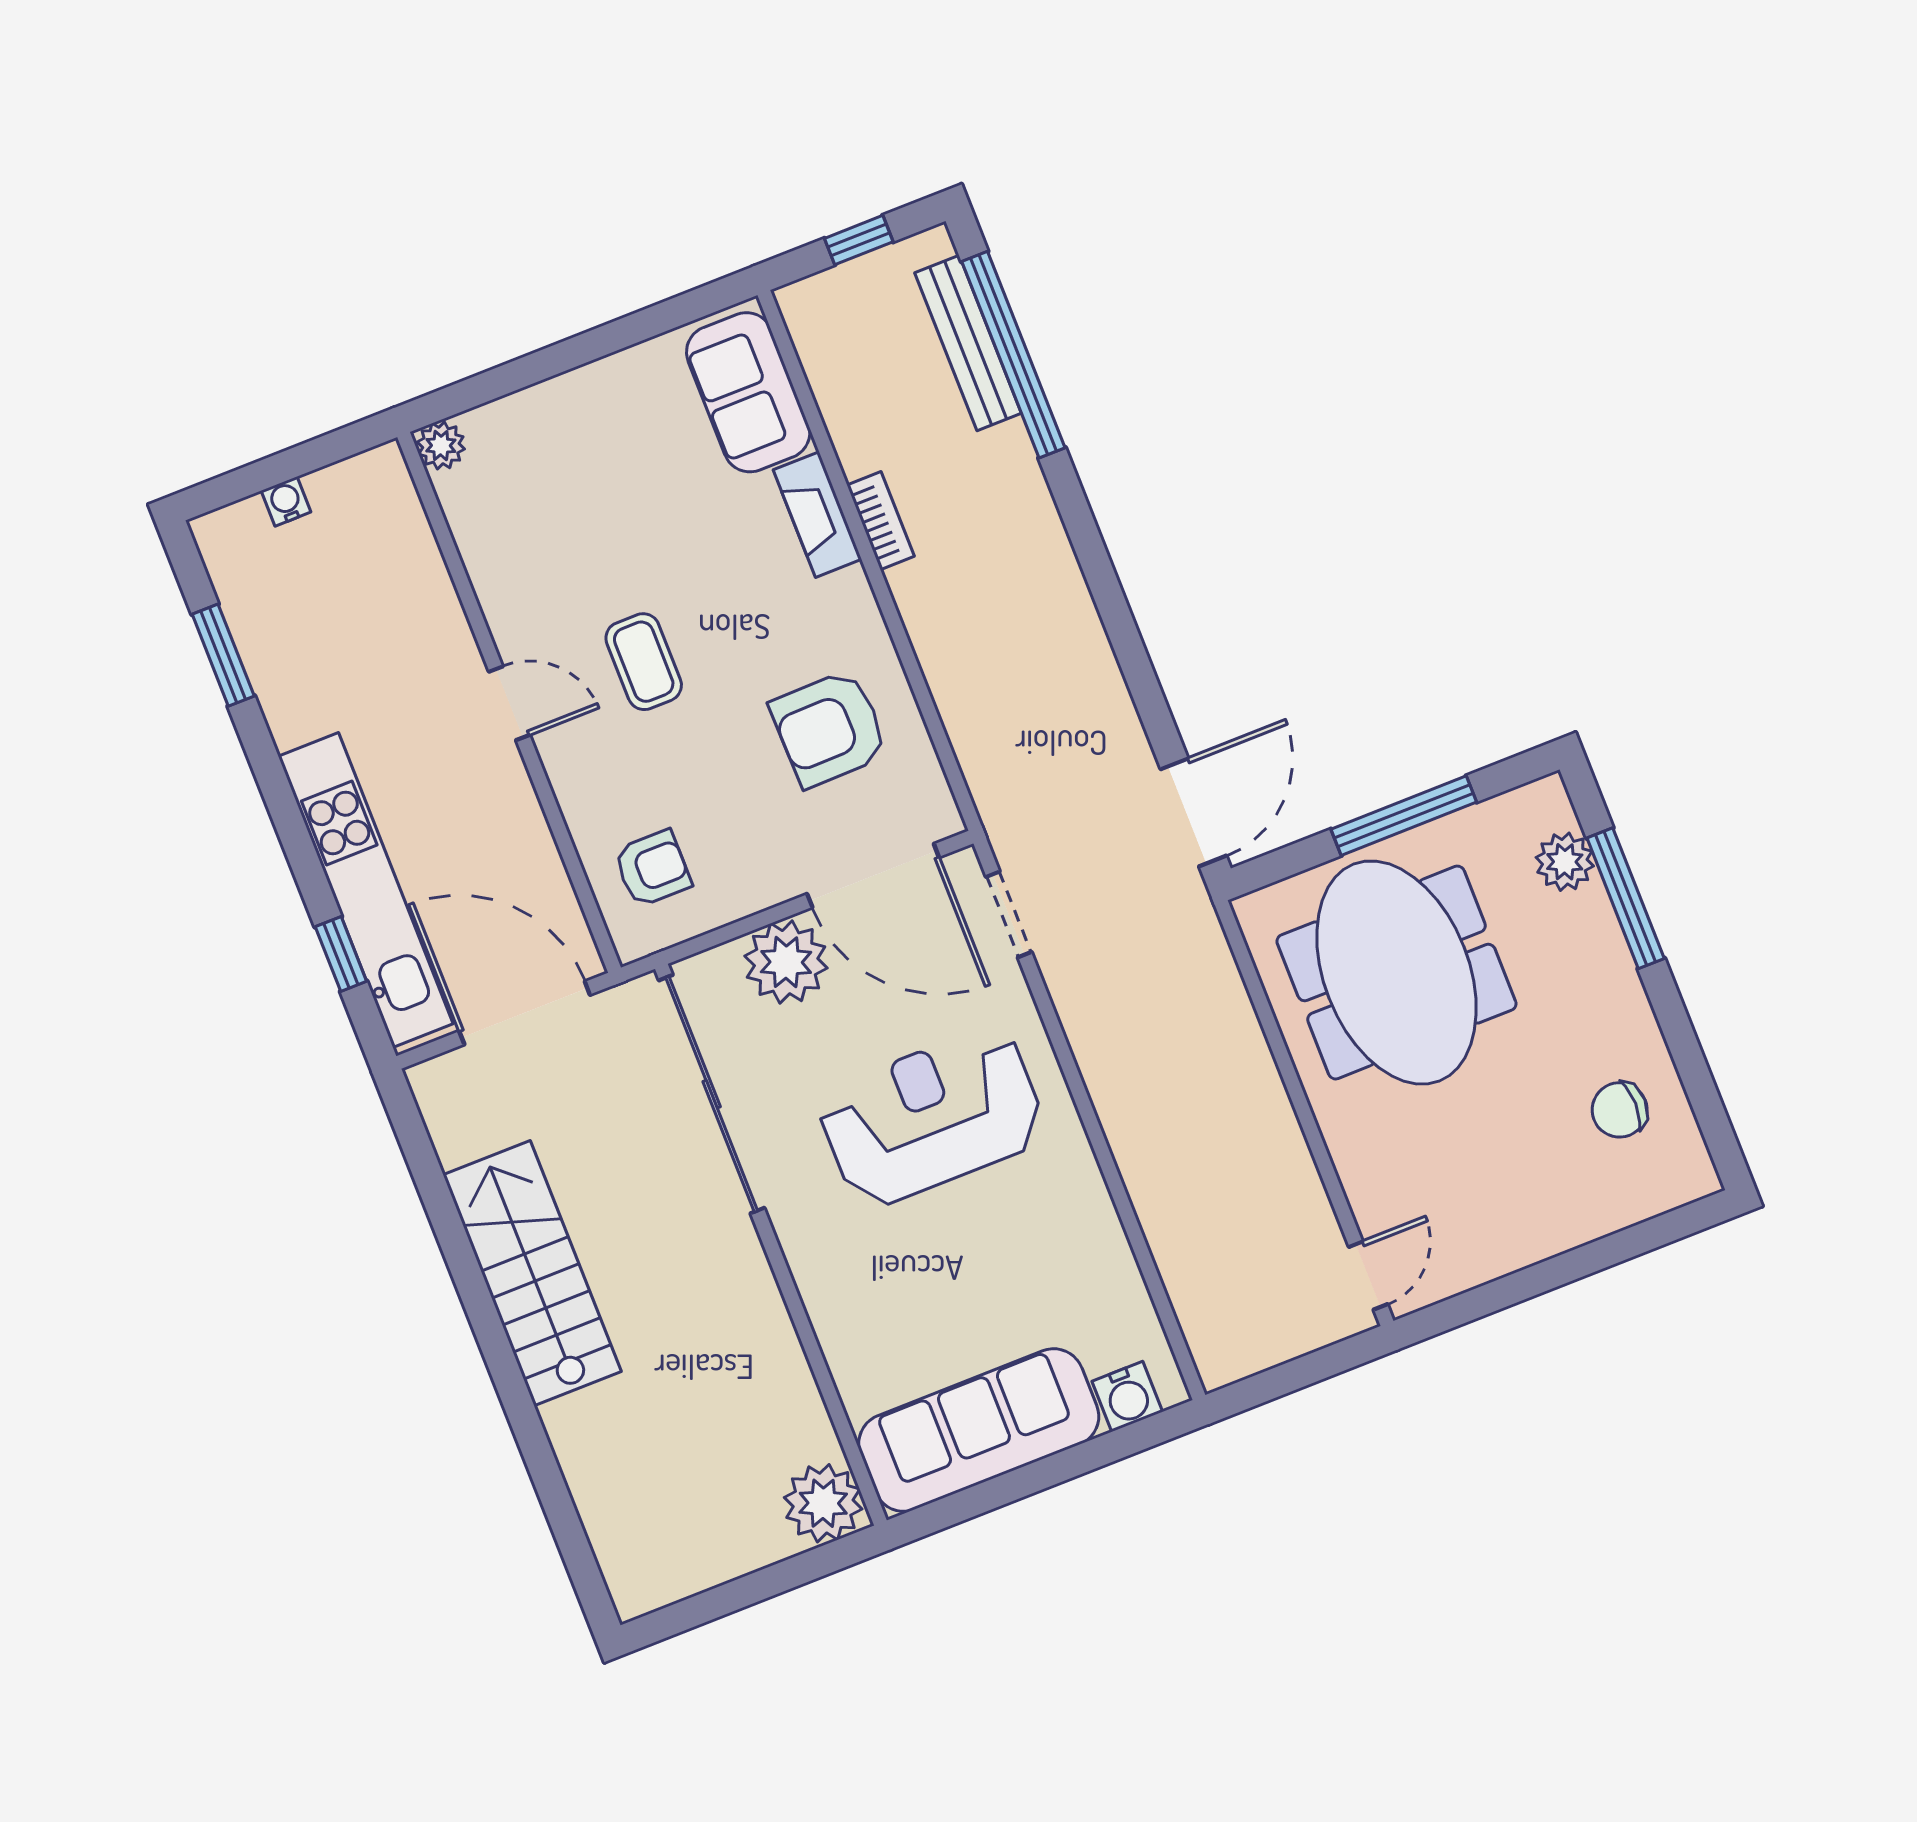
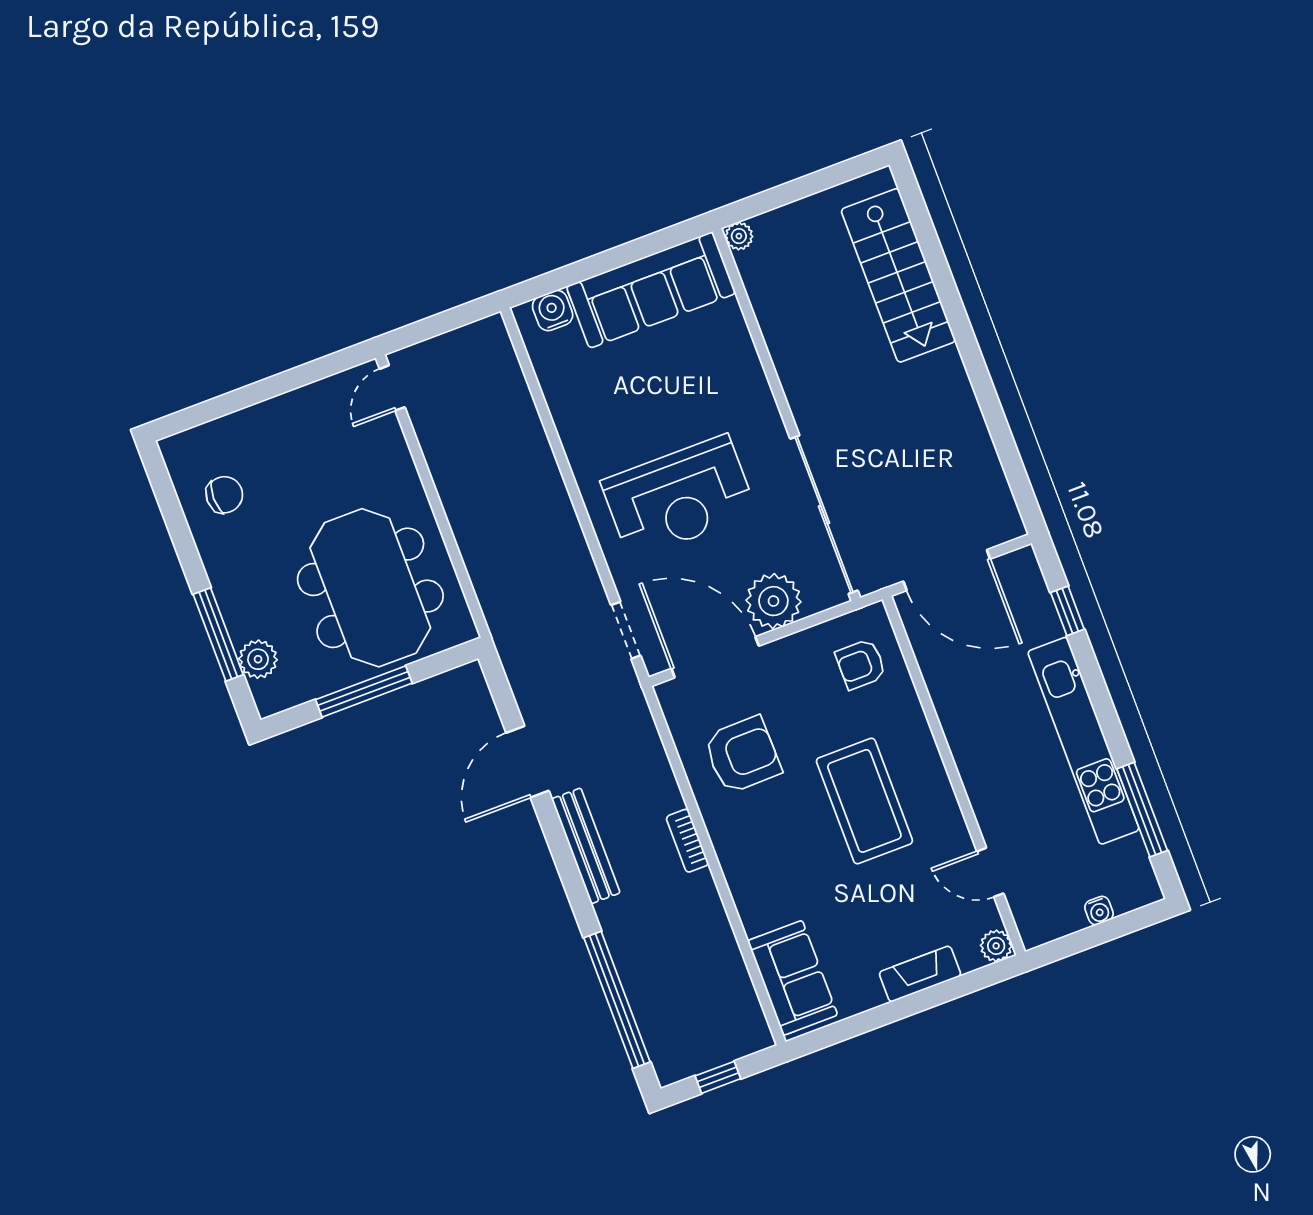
bench: (968, 343) -> (586, 846), moved
fireplace: (817, 515) -> (920, 974), moved, turned -90
bookcase: (881, 521) -> (687, 841), moved
window: (223, 655) -> (1142, 810), width x1.44
coffee table: (644, 662) -> (864, 801), width x1.86, depth x1.72
door: (509, 703) -> (990, 872), moved
door: (1194, 812) -> (528, 762), moved
kitchen unit: (366, 890) -> (1083, 741), moved
stairs: (532, 1273) -> (898, 275), moved
plant: (823, 1503) -> (739, 236), width x0.53, depth x0.53

